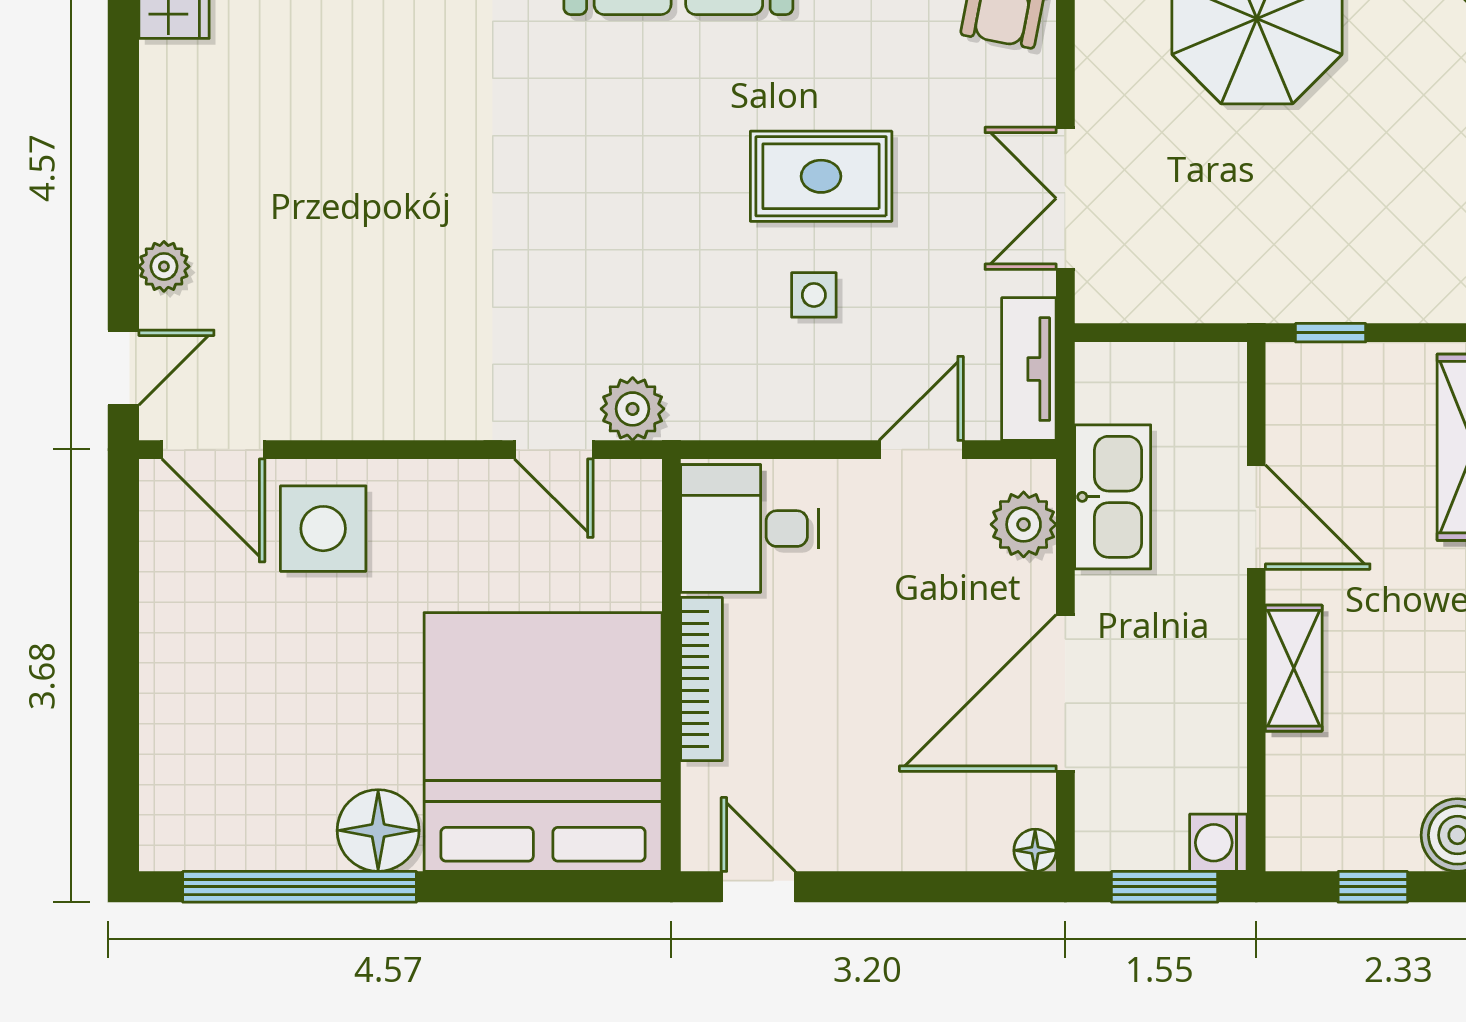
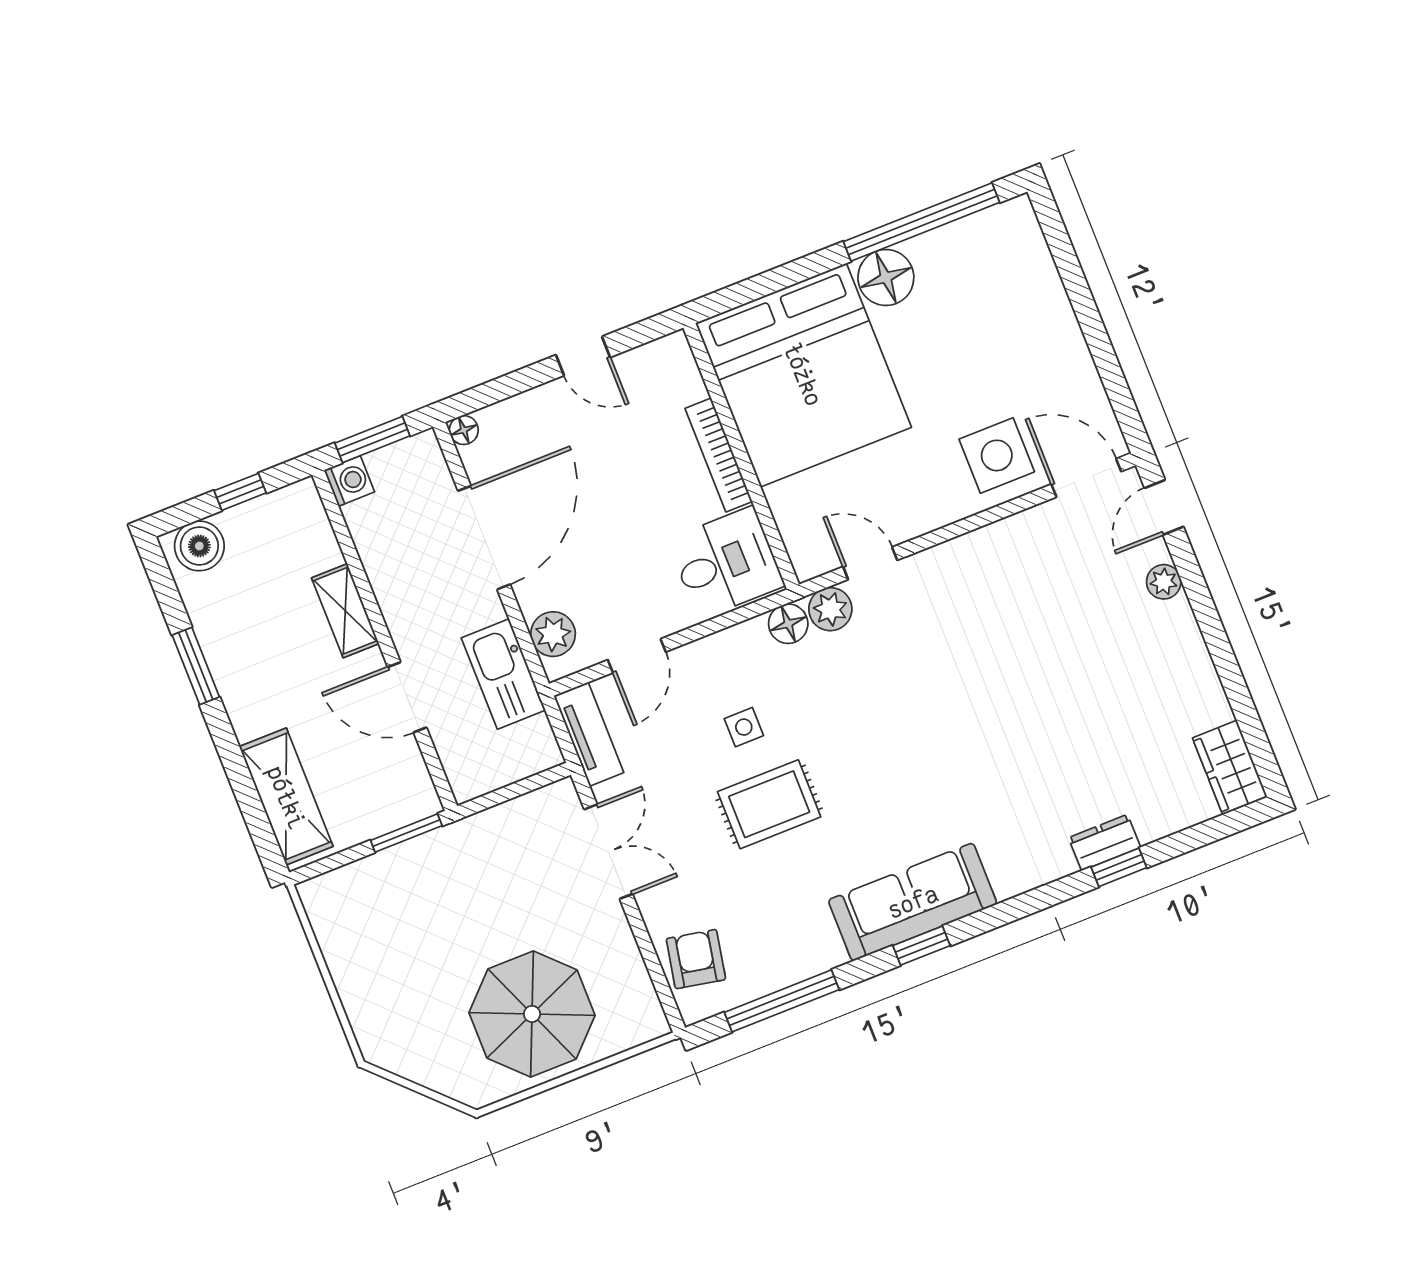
window: (1331, 333) -> (406, 833), width x1.50
floor lamp: (698, 412) -> (788, 624), added
door: (758, 887) -> (583, 356), moved

